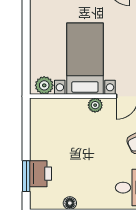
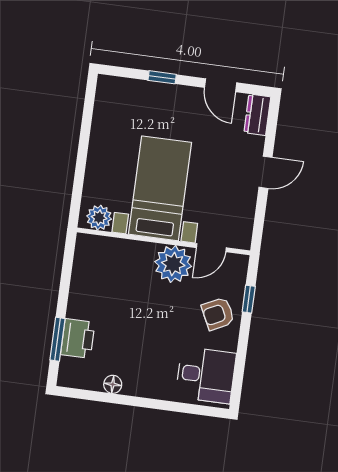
plant: (95, 105) -> (173, 264), width x1.88, depth x1.88

